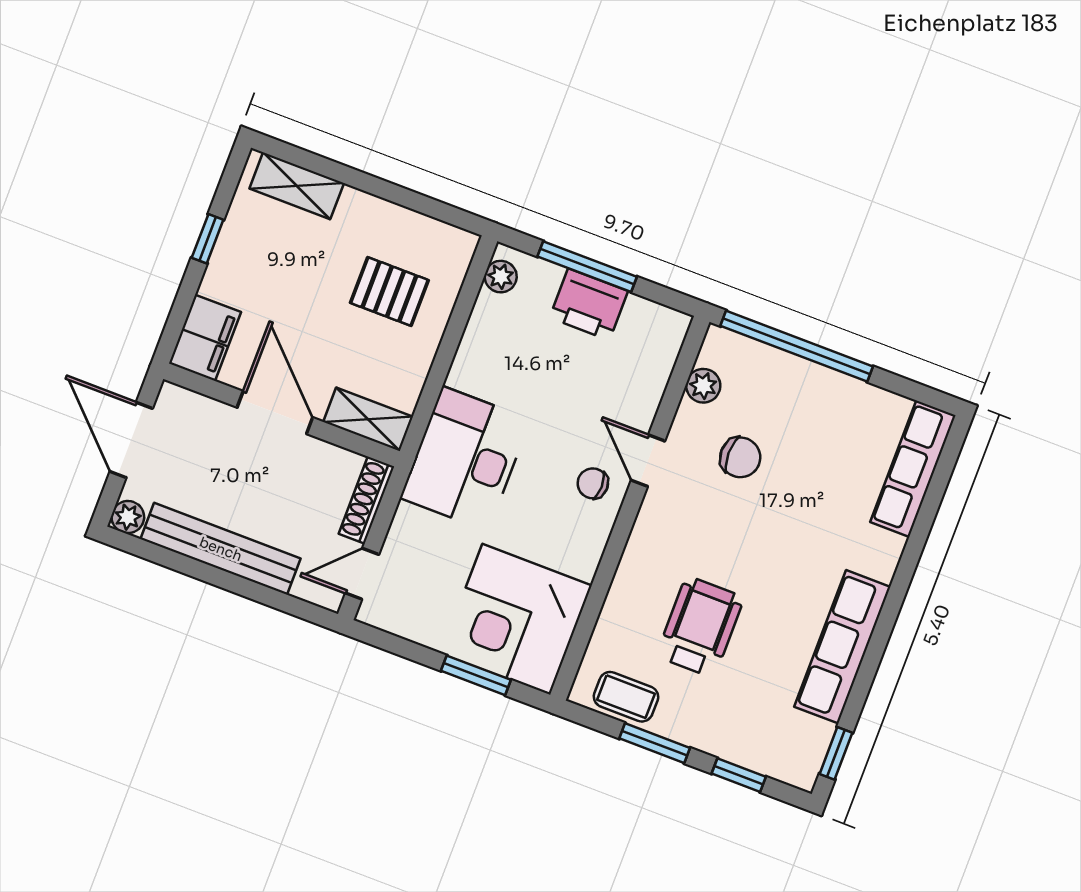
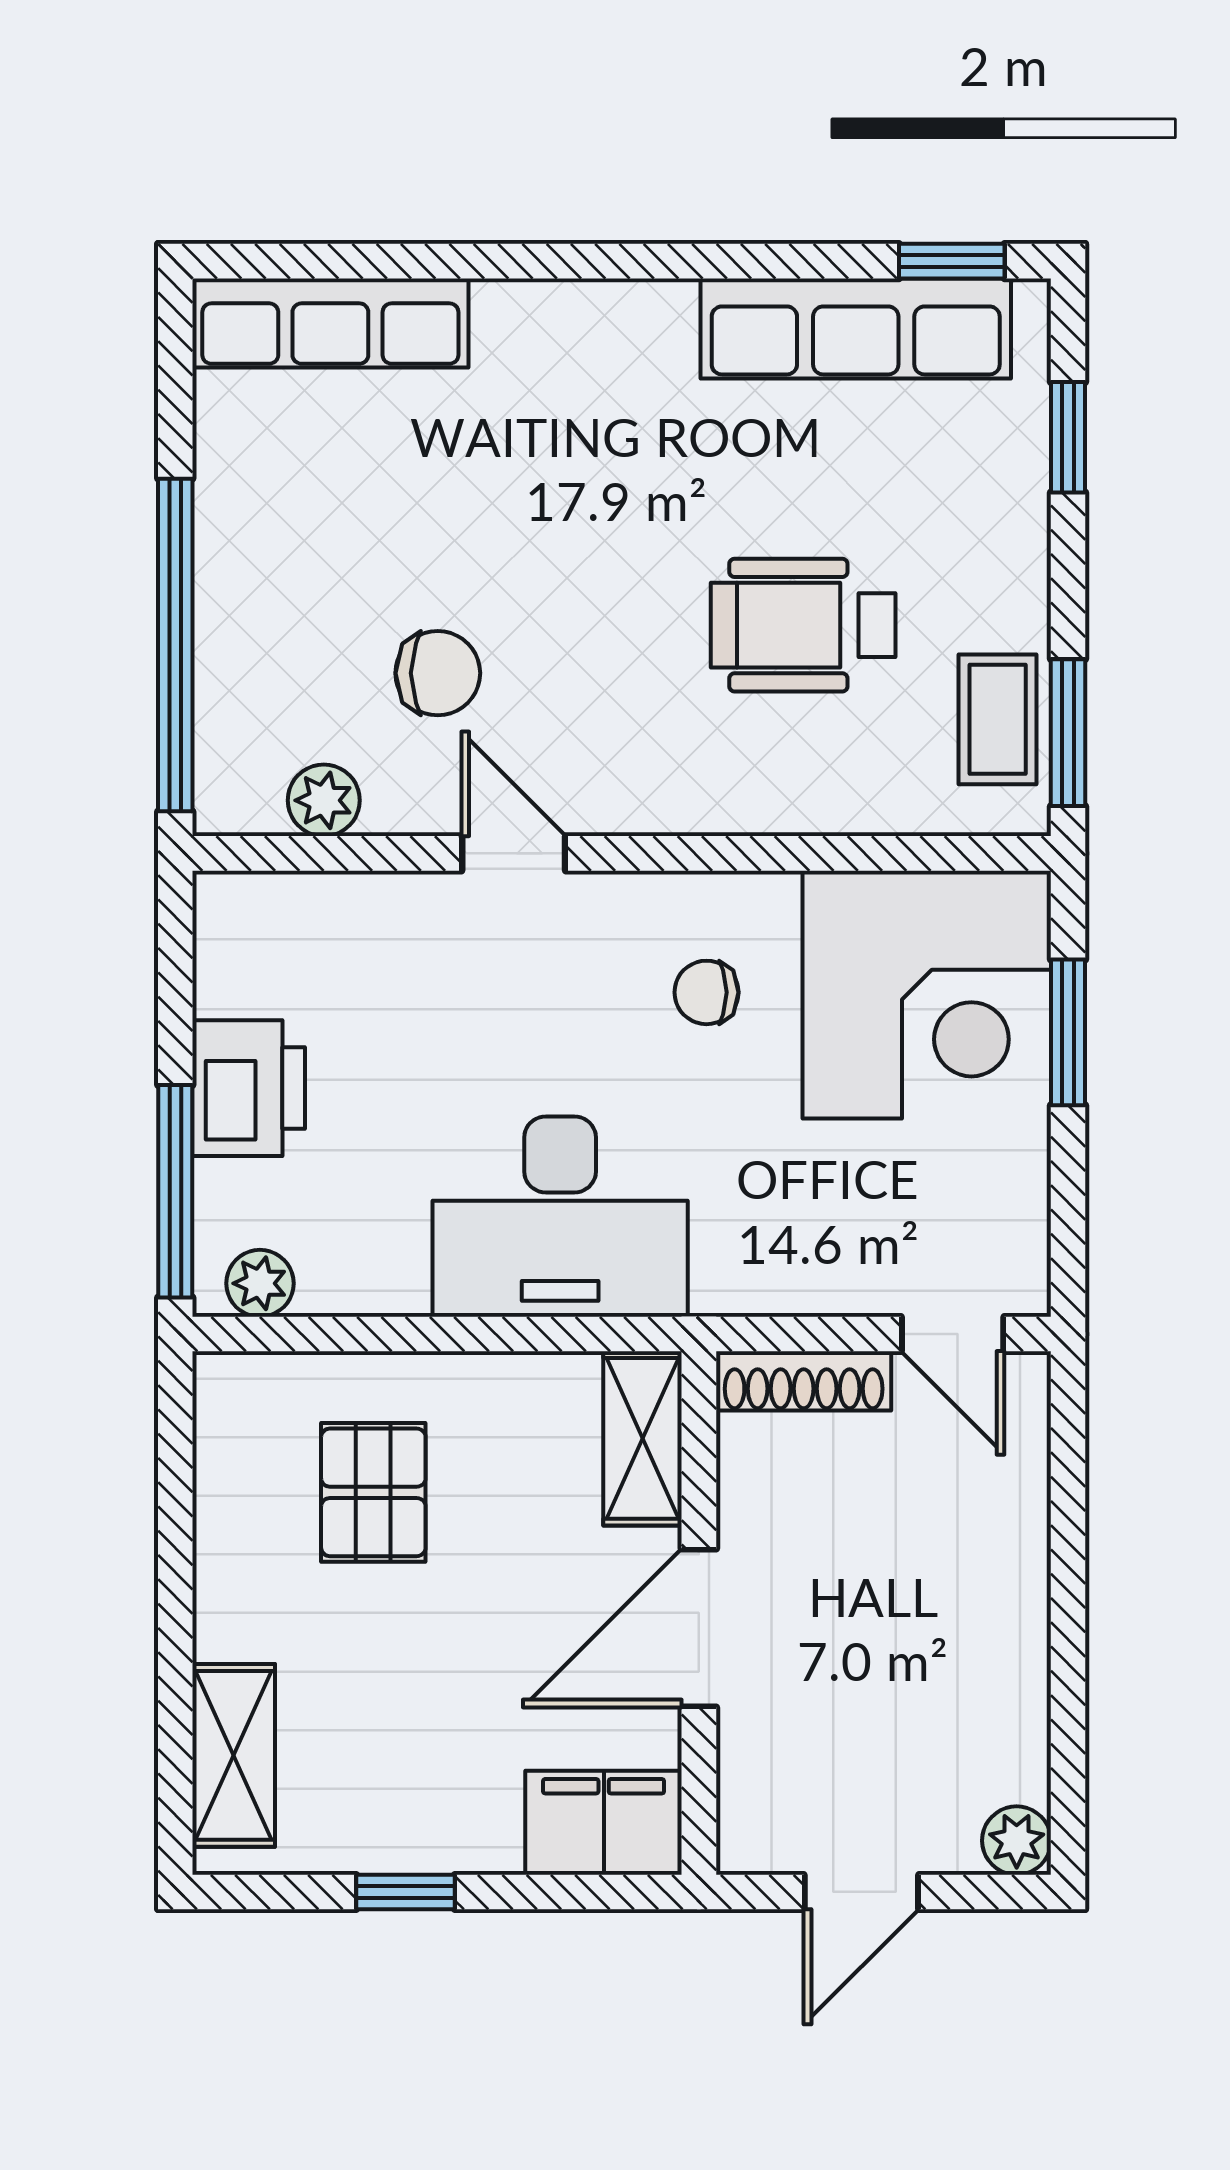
window: (587, 267) -> (175, 1191), moved
door: (131, 440) -> (861, 1892), width x0.73
chair: (740, 457) -> (438, 673), turned 90
desk: (465, 459) -> (560, 1217), moved
door: (648, 461) -> (514, 853), swing flipped
chair: (593, 483) -> (706, 992), moved, turned 90
bench: (221, 549) -> (1010, 1633), removed
row of seats: (842, 647) -> (856, 328), moved
window: (655, 743) -> (1068, 733), moved

